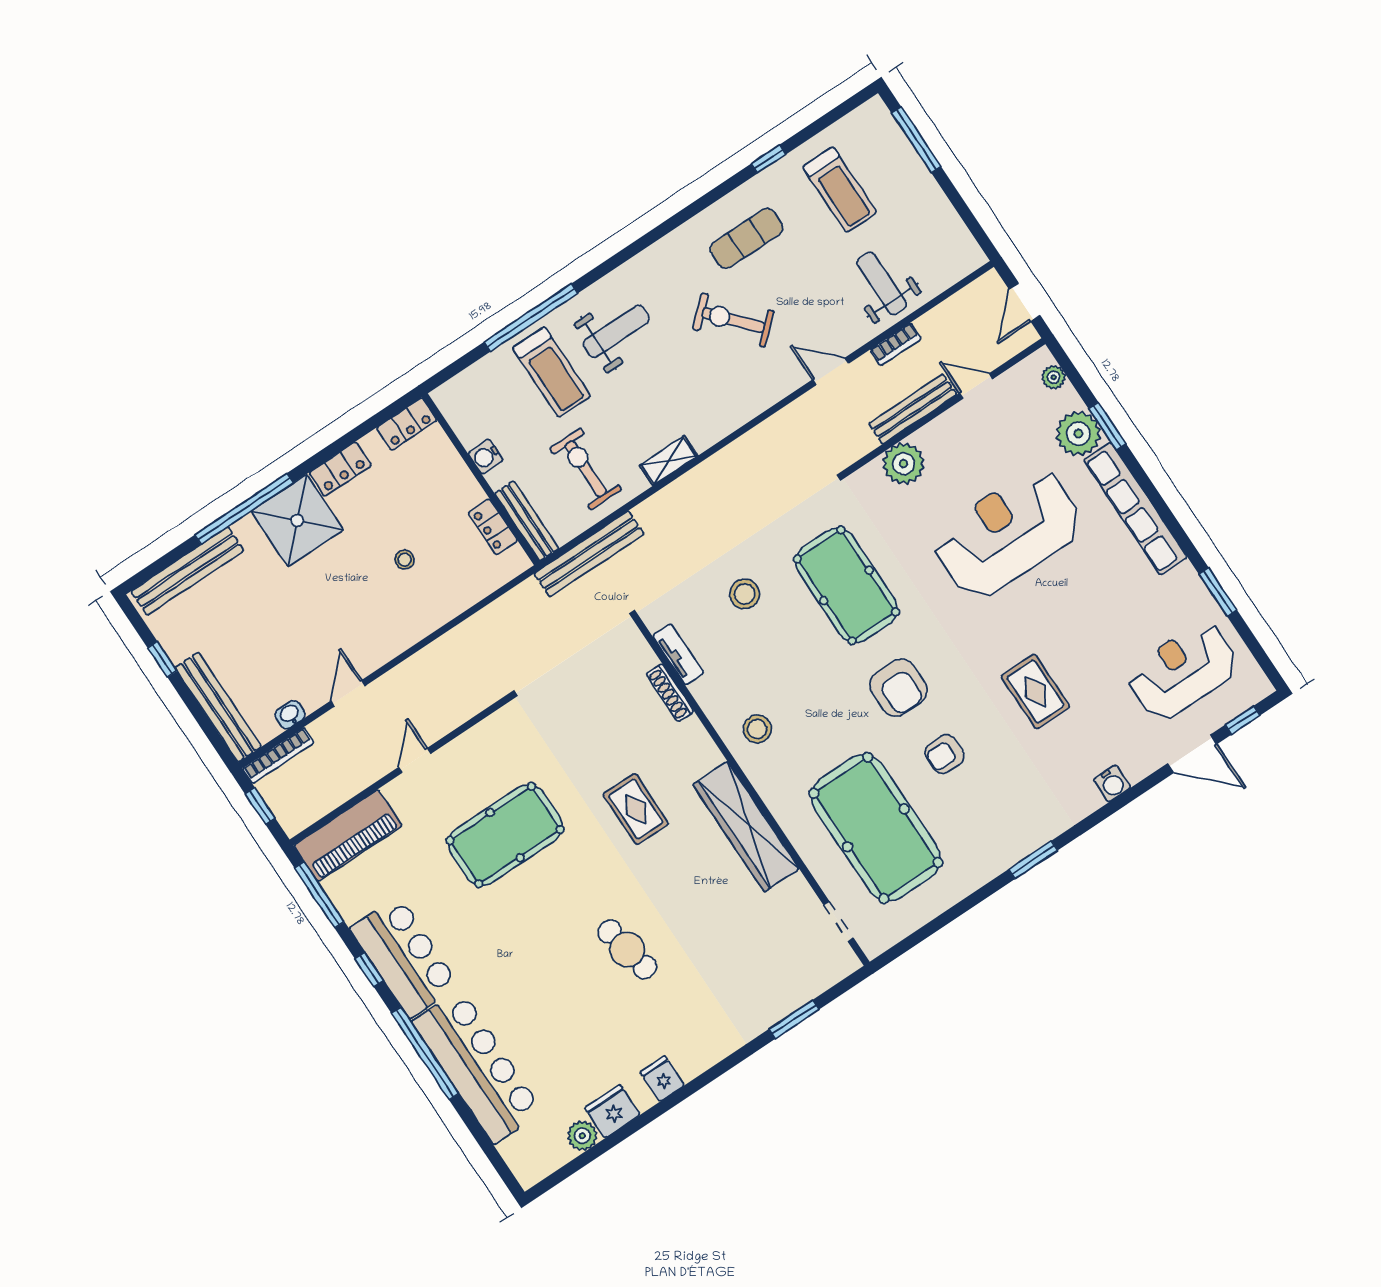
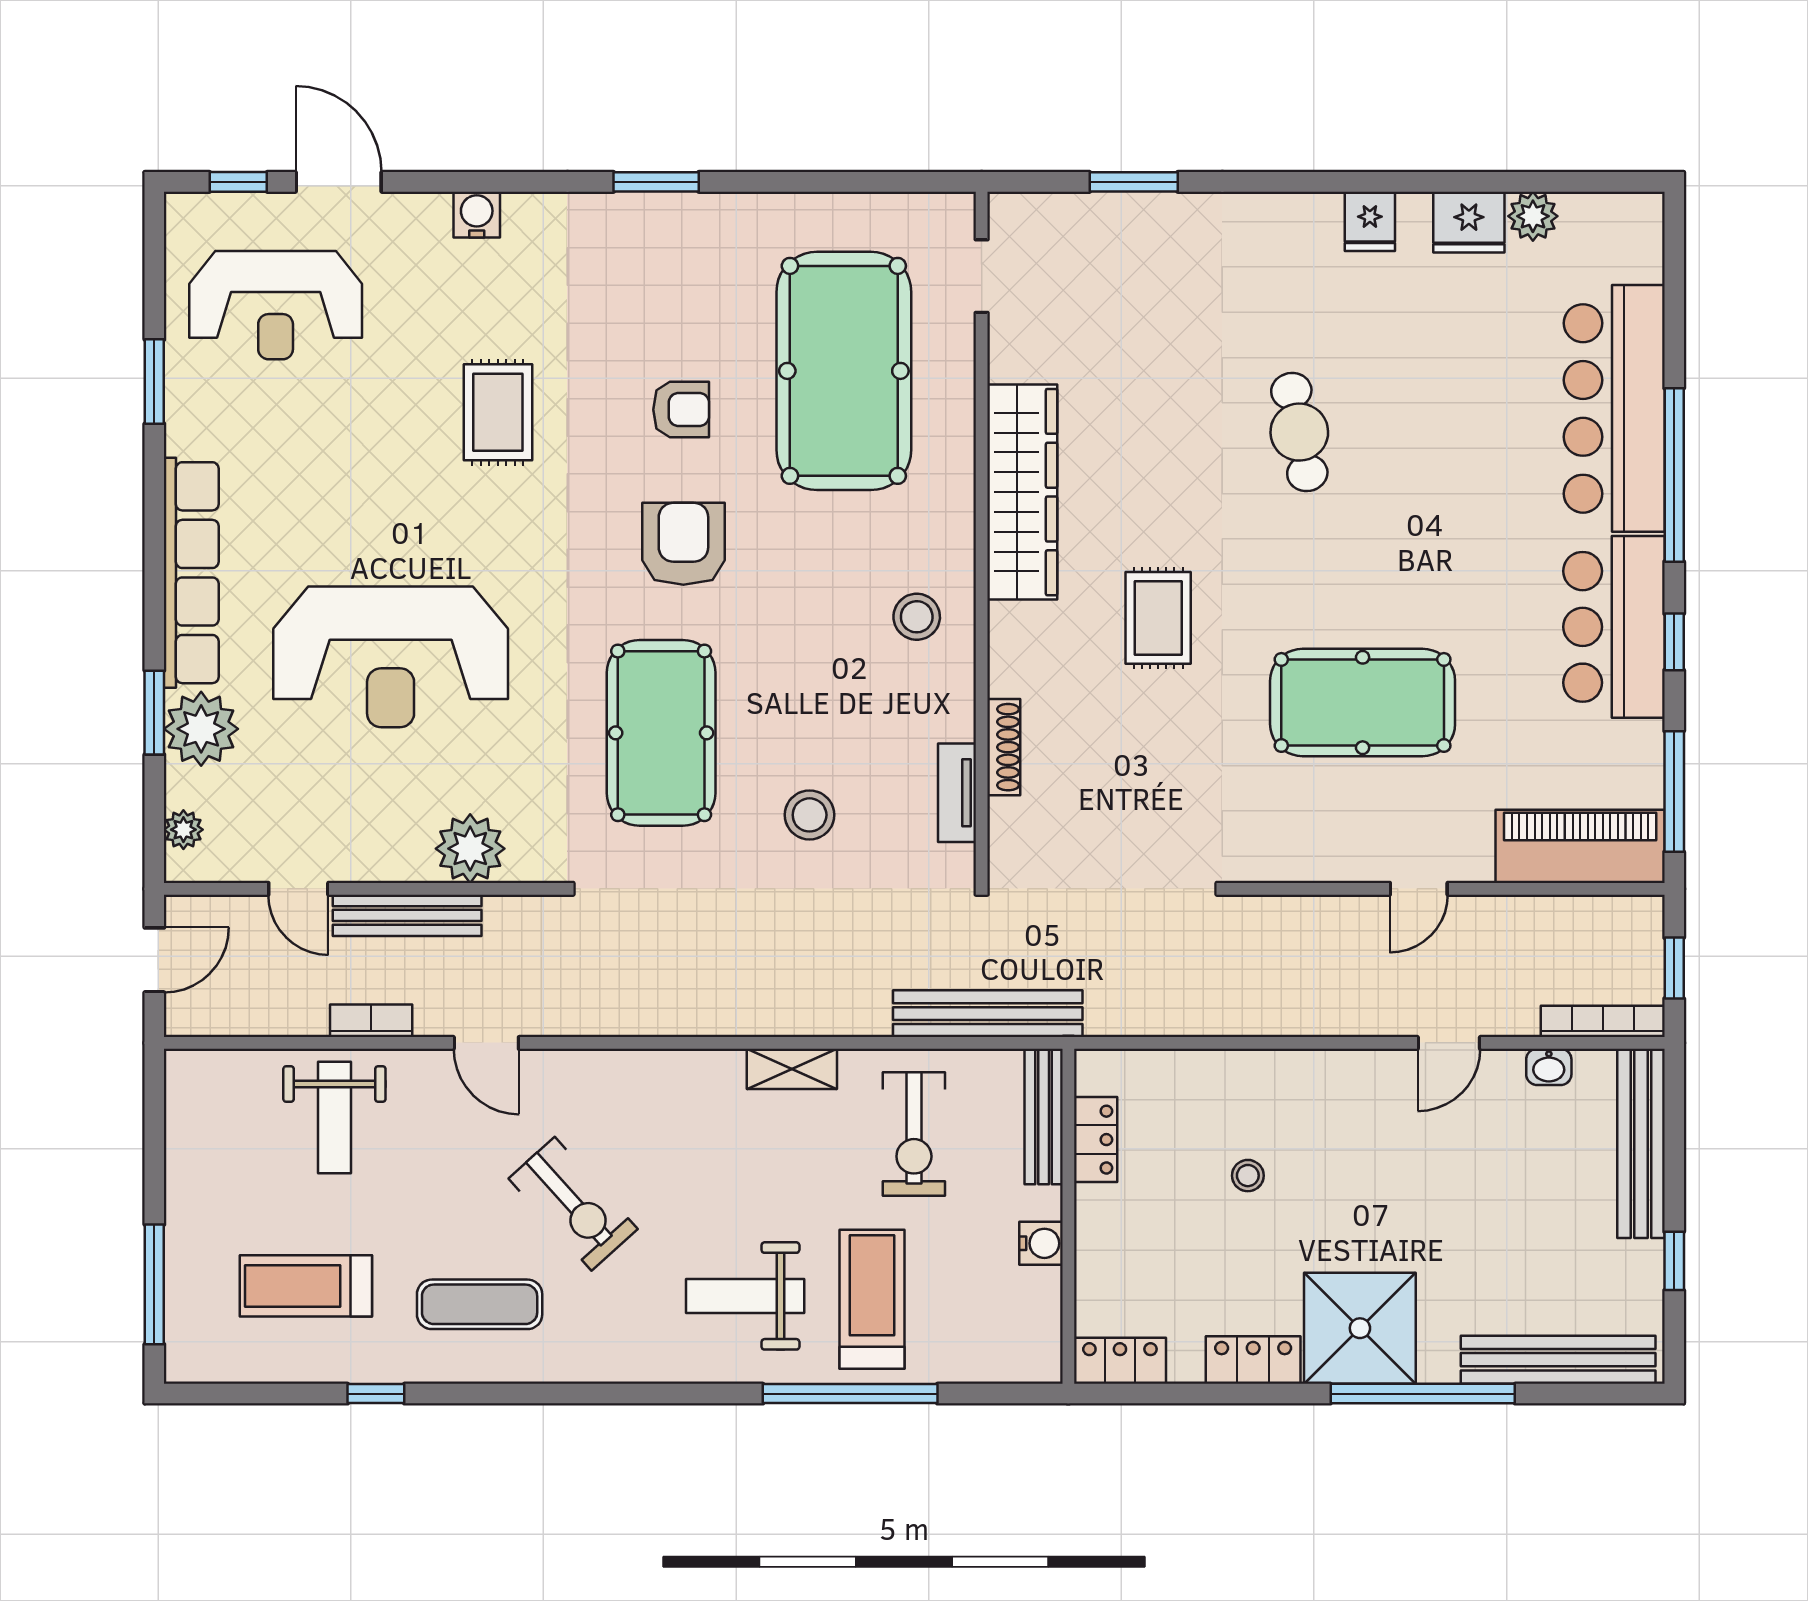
treadmill: (840, 190) -> (306, 1286), turned -90

